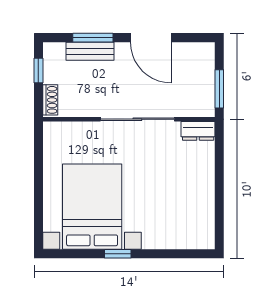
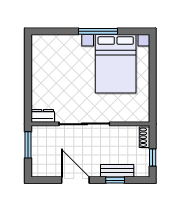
window: (93, 38) -> (115, 180), width x0.67
window: (118, 254) -> (98, 31), width x2.17

